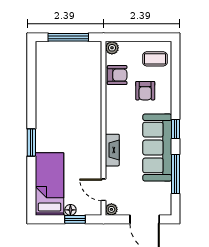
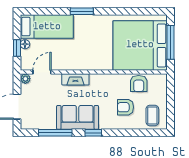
plant: (112, 48) -> (162, 79), removed
bed: (72, 73) -> (140, 45), added
sofa: (157, 148) -> (78, 117), width x0.73

